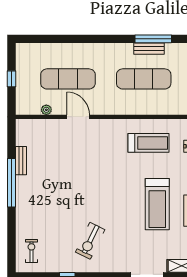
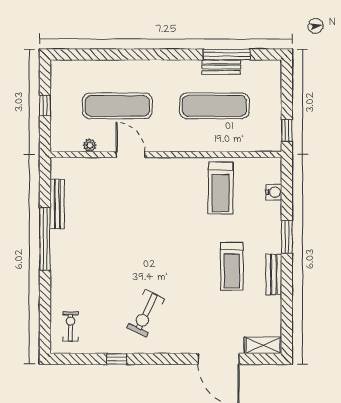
treadmill: (149, 143) -> (221, 188), turned 90
bench: (21, 161) -> (57, 204), width x1.36
treadmill: (157, 204) -> (232, 266), width x0.73, depth x0.73

